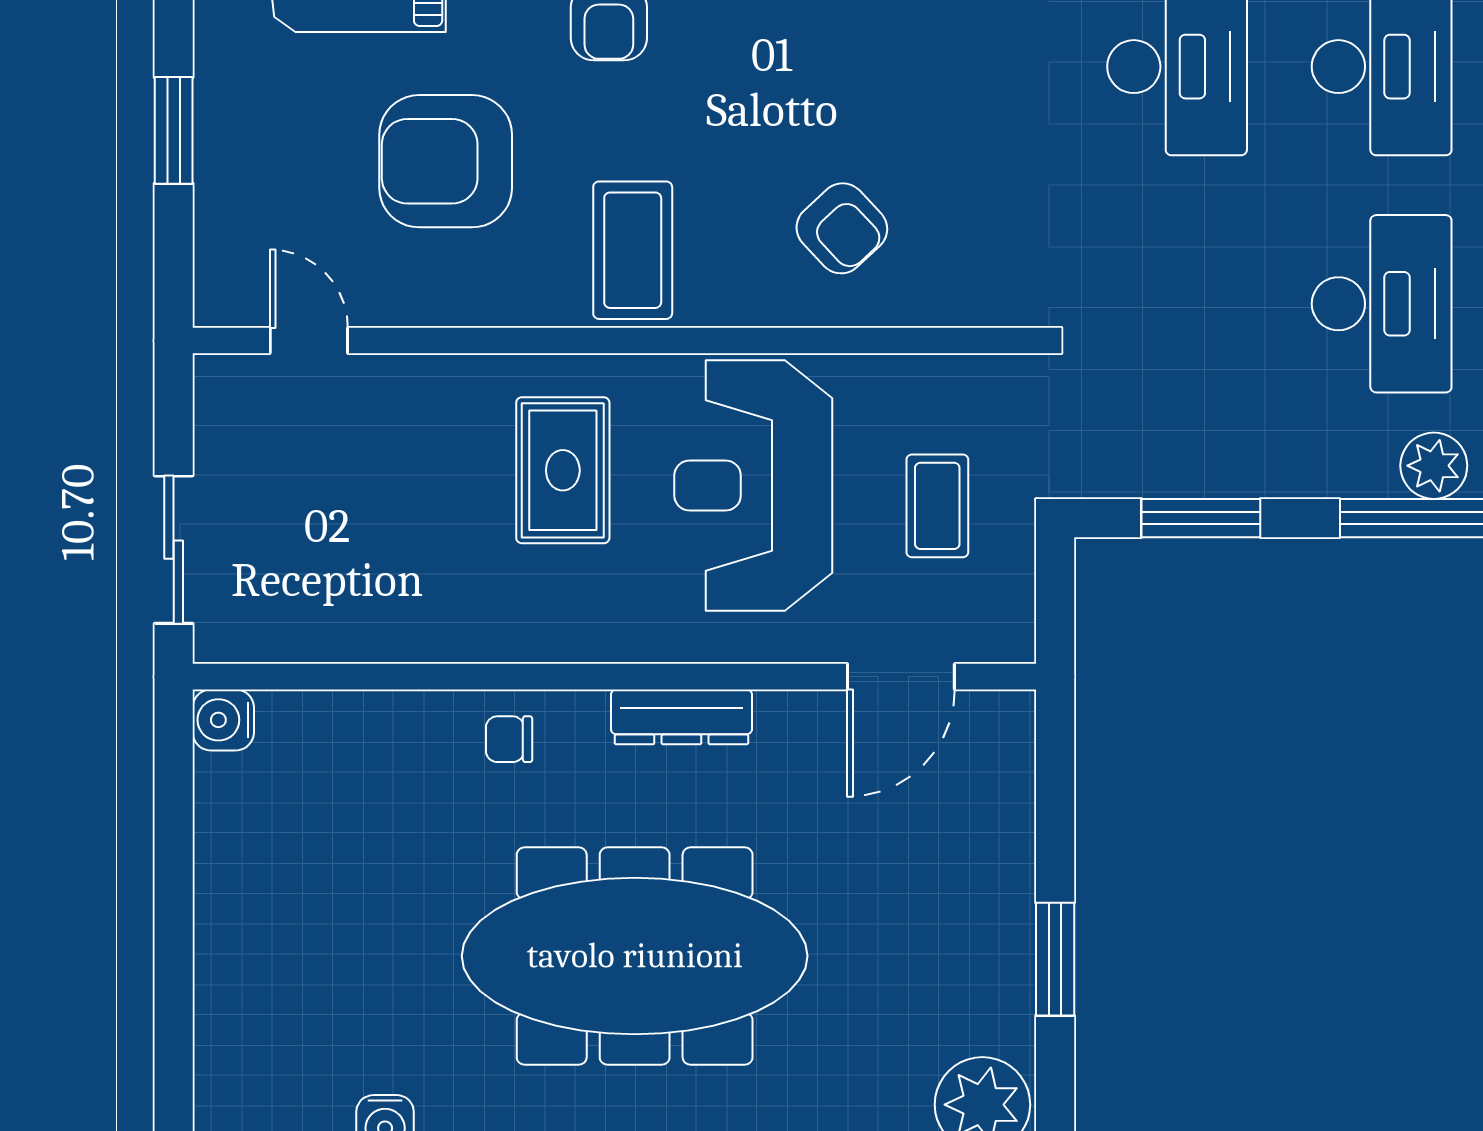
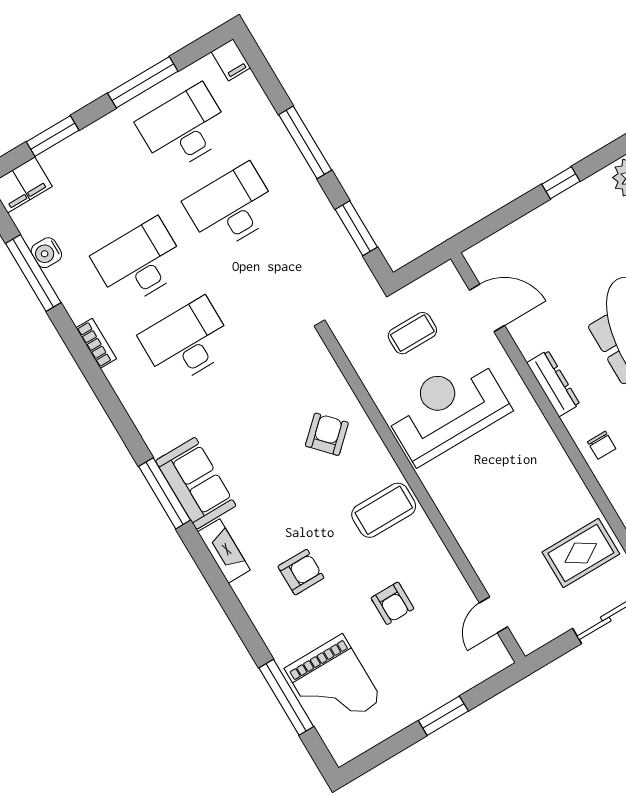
armchair: (446, 161) -> (392, 603), width x0.53, depth x0.53
plant: (1434, 466) -> (282, 150), removed
rug: (563, 470) -> (581, 553), moved
reception desk: (753, 485) -> (447, 409), turned 180
window: (1055, 959) -> (561, 183), width x0.67

